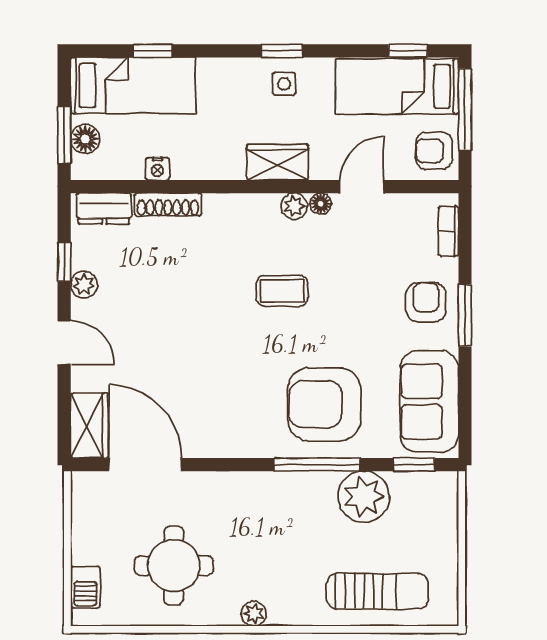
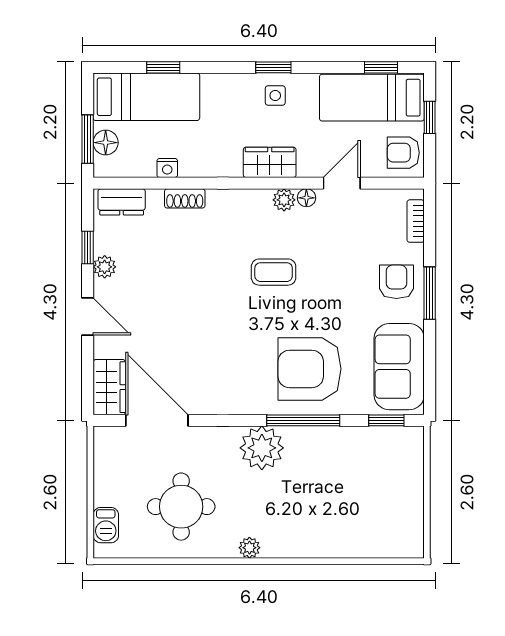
window: (465, 110) -> (430, 117), width x0.46
shoe rack: (168, 205) -> (185, 198), width x0.70
plant: (364, 497) -> (262, 448), moved
sun lounger: (378, 591) -> (355, 528), removed

